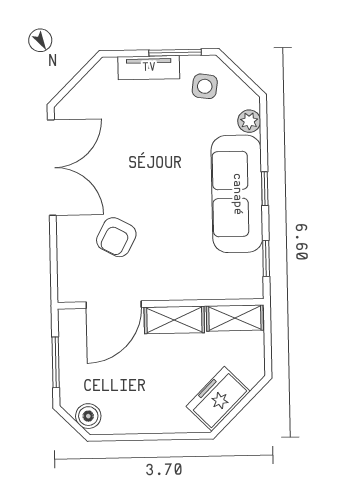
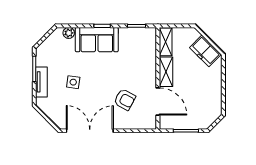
side table: (205, 86) -> (73, 82), moved
sofa: (237, 194) -> (97, 40), width x0.73
boiler: (88, 416) -> (213, 115), removed

